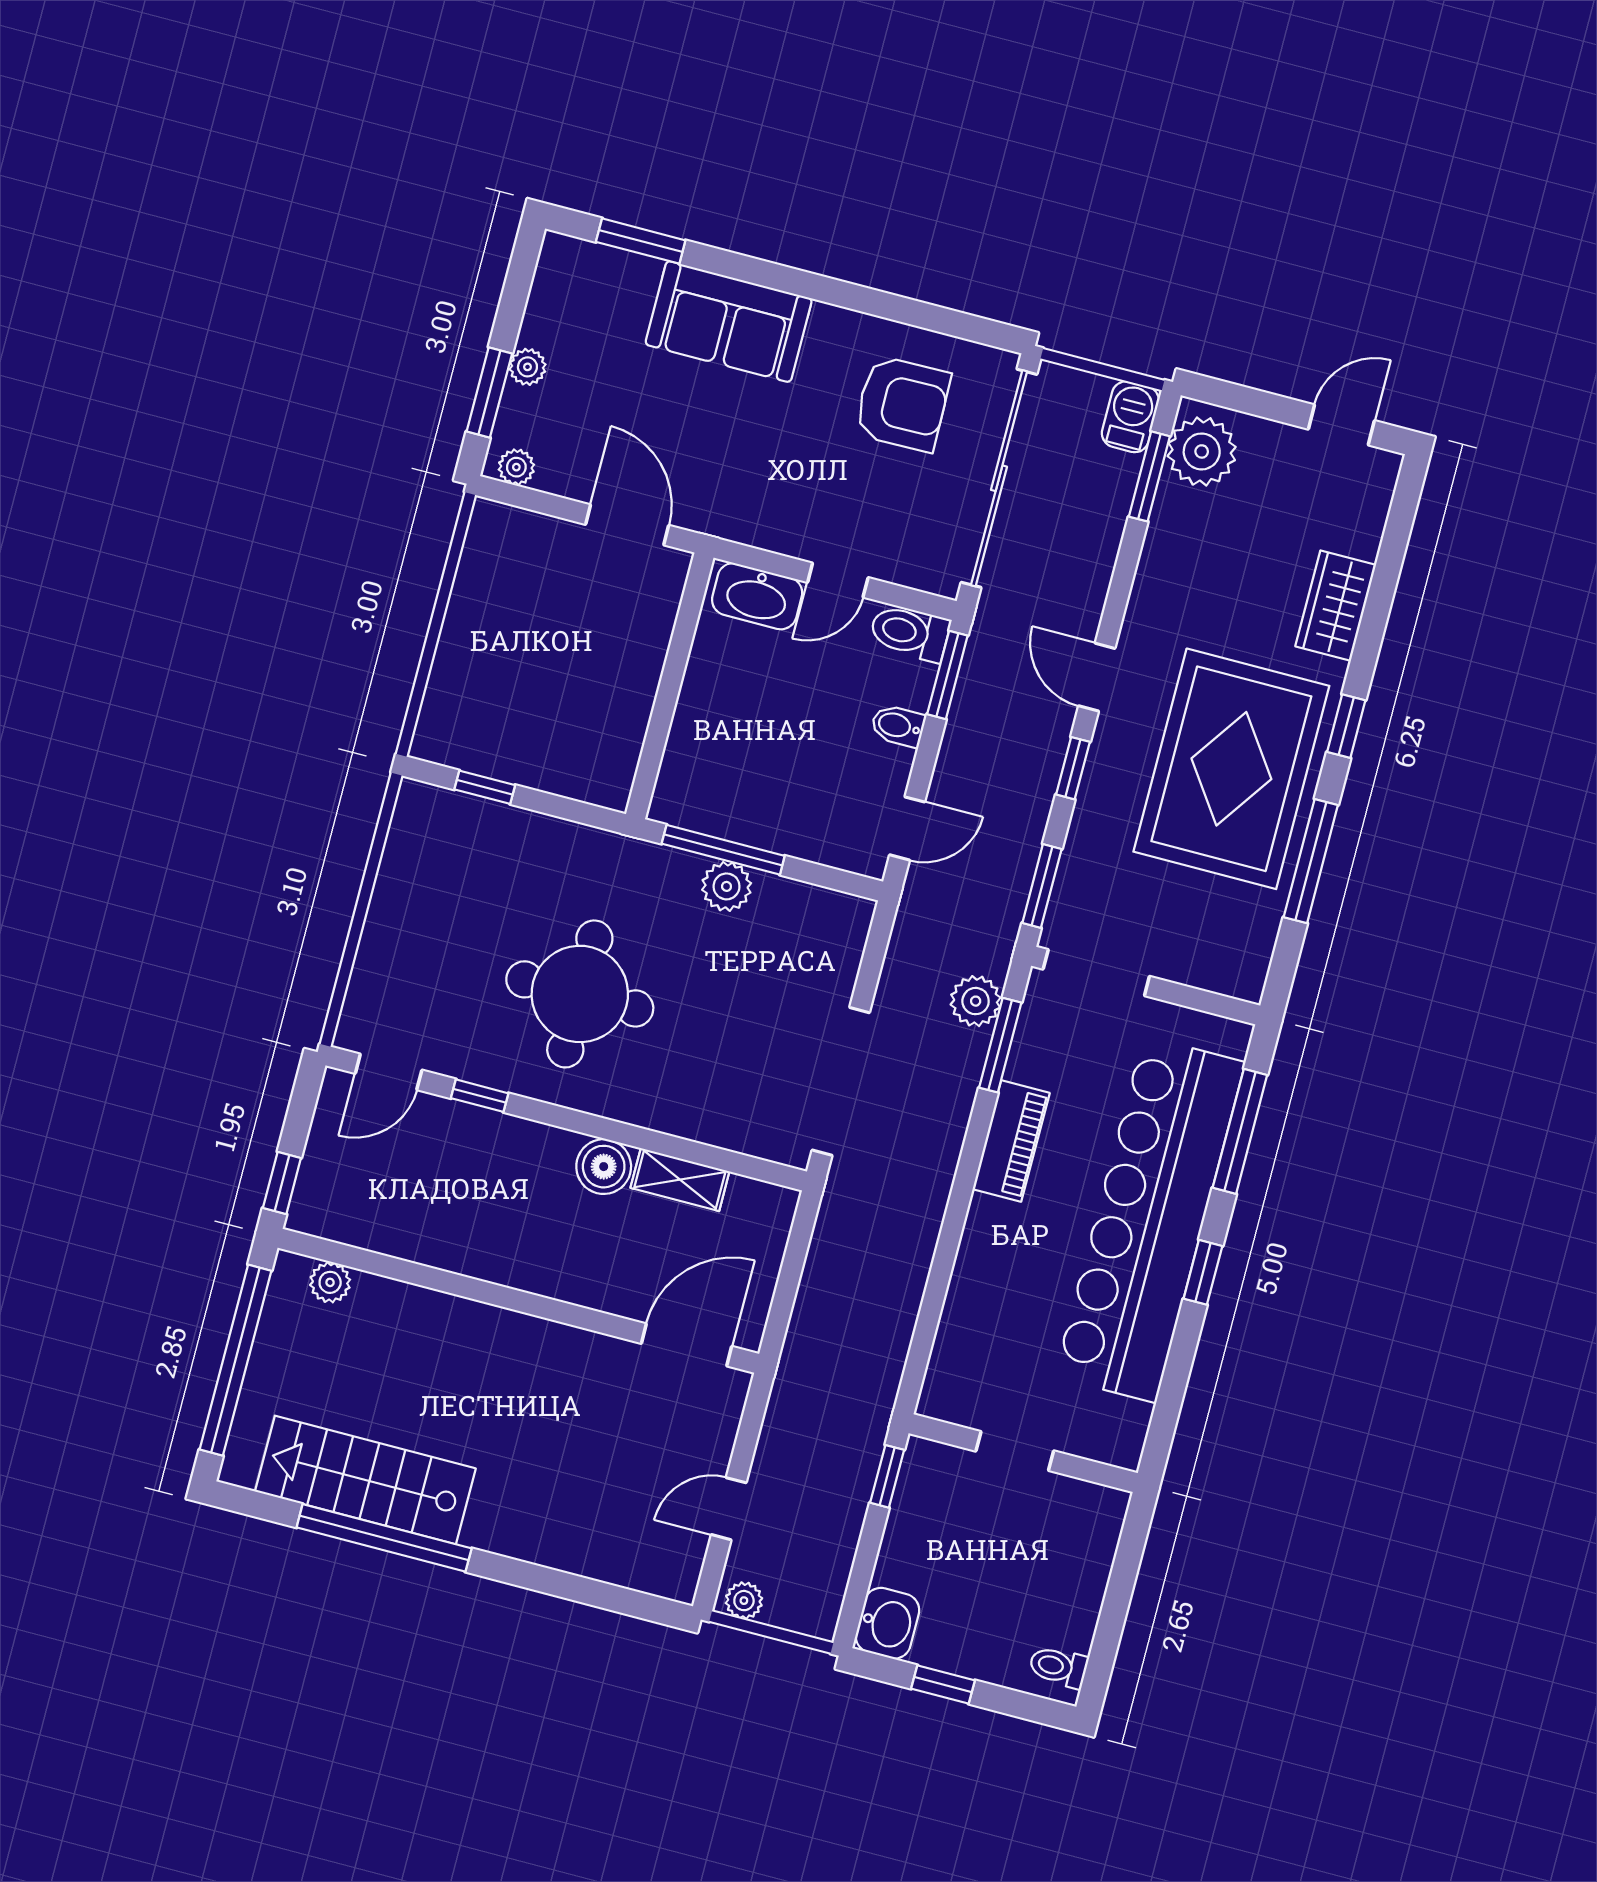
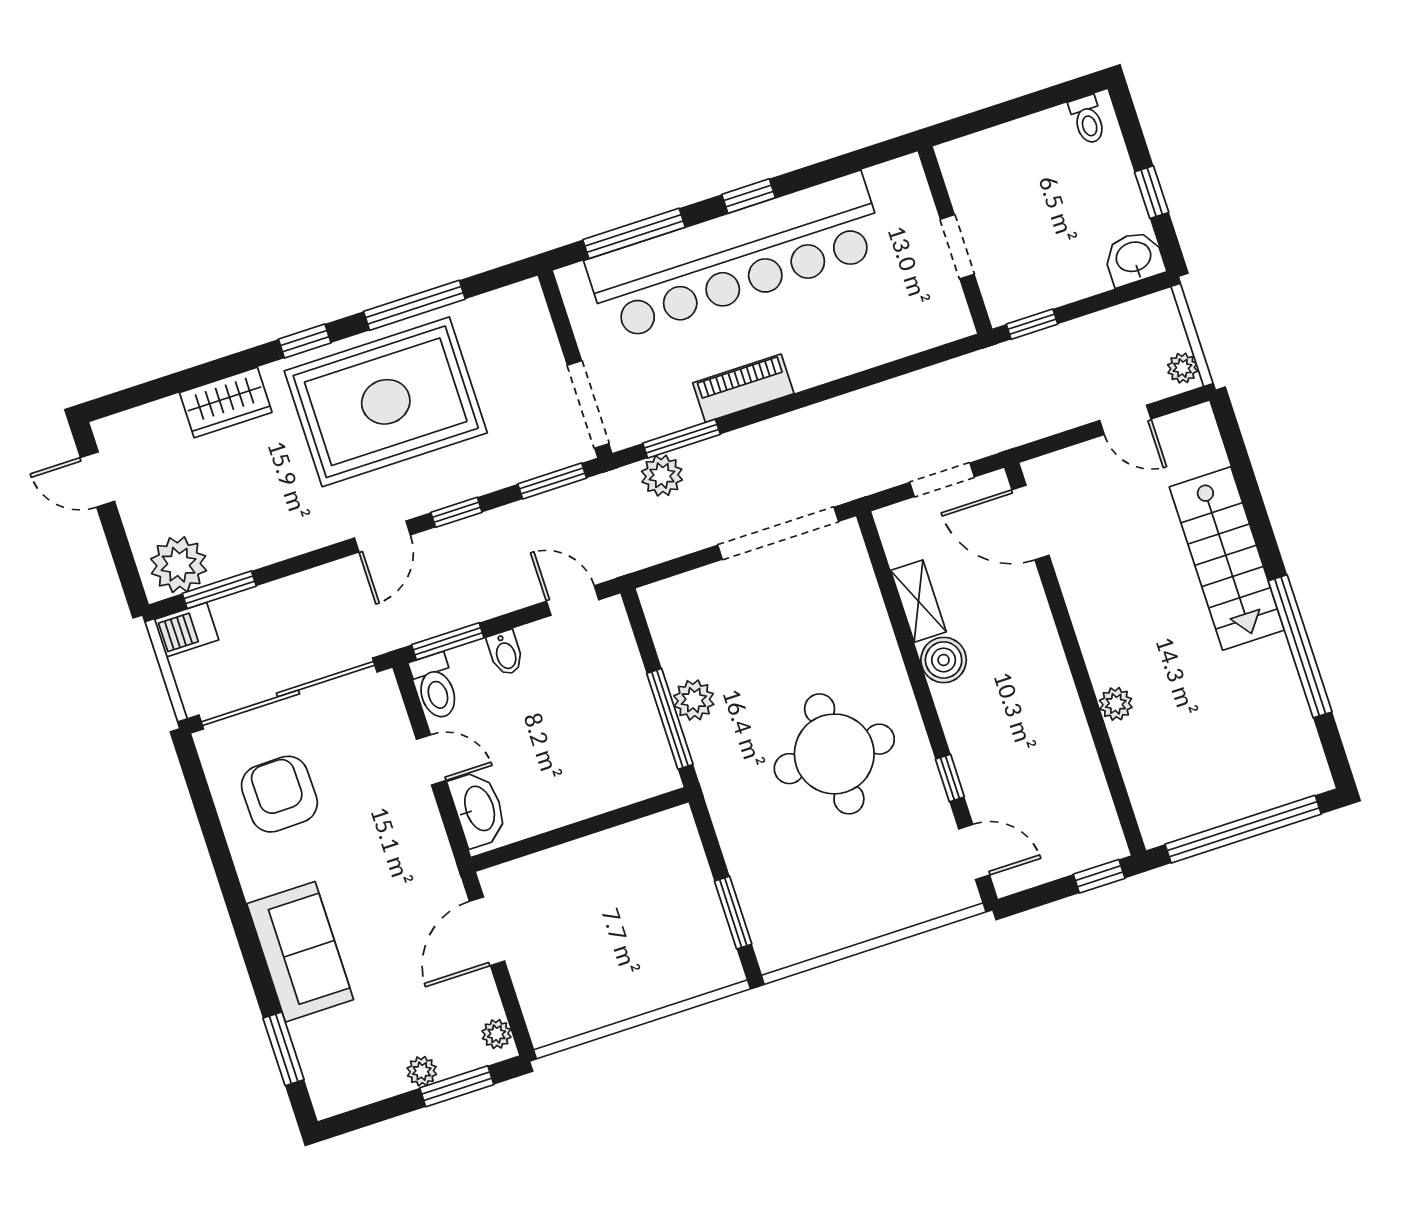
window: (485, 787) -> (733, 913), width x1.50
plant: (330, 1282) -> (1116, 704), moved
doorway: (788, 1283) -> (942, 480), added
stairs: (365, 1480) -> (1227, 559), moved

